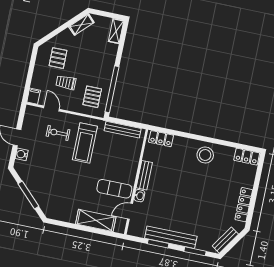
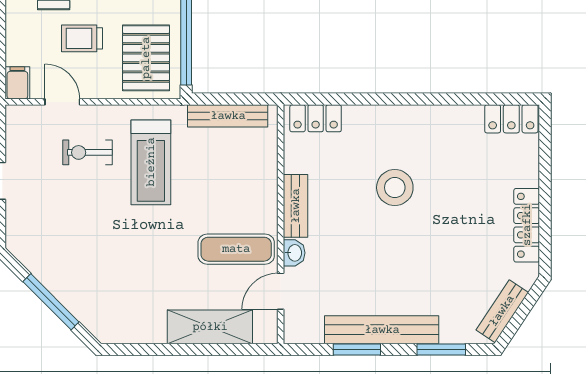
pallet: (92, 97) -> (146, 58), width x1.50, depth x1.42
water cooler: (22, 154) -> (18, 216), removed
stool: (205, 155) -> (395, 188), moved

